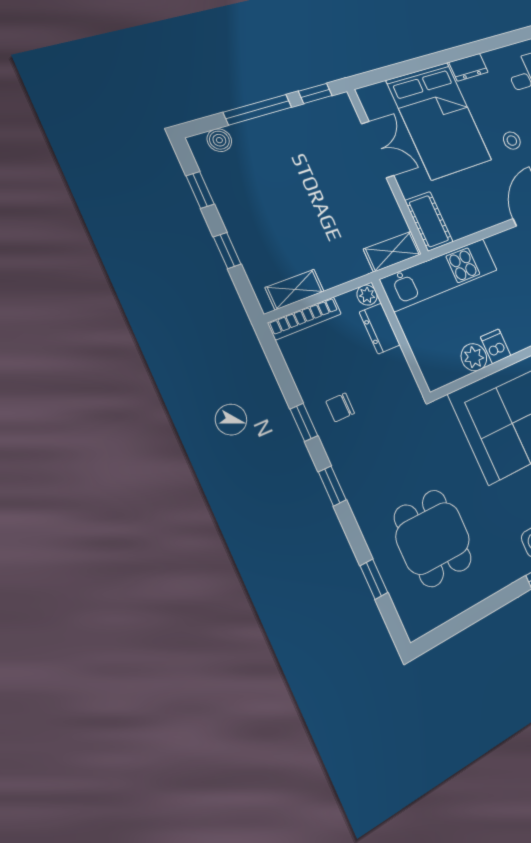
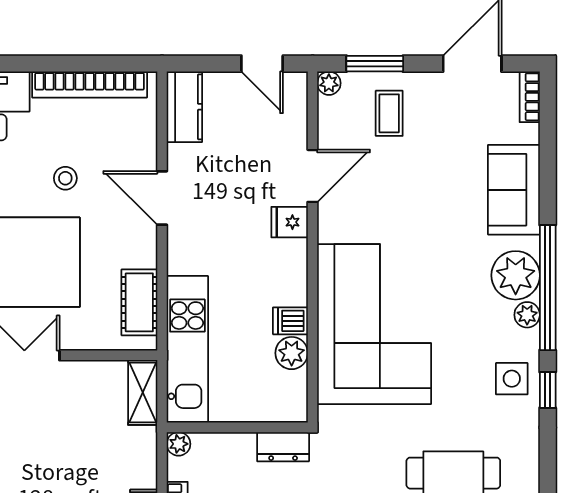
cot: (429, 221) -> (139, 302), moved, turned 90
dresser: (380, 329) -> (283, 447), moved

